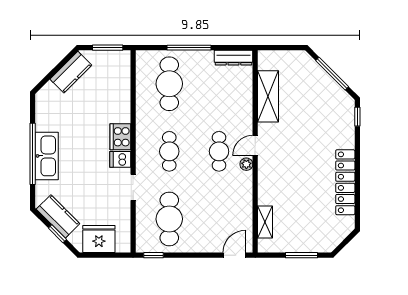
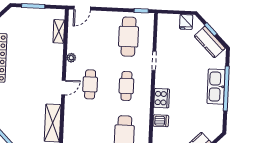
dishwasher: (120, 159) -> (161, 121), moved
plant: (246, 164) -> (71, 58), moved
fridge: (99, 239) -> (186, 22), width x0.53, depth x0.75

